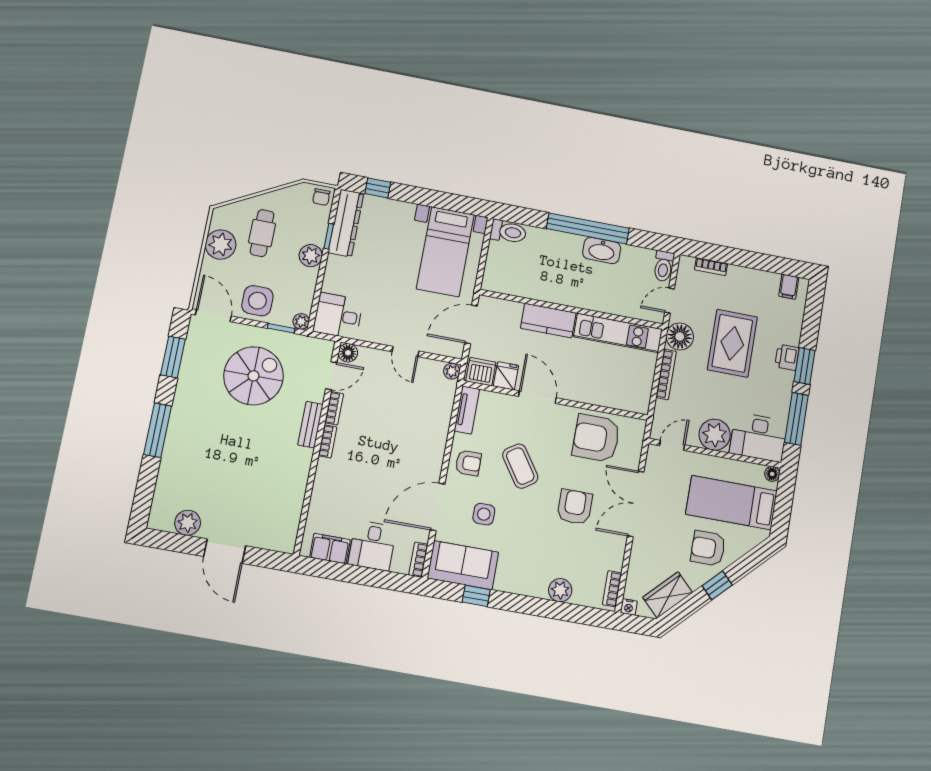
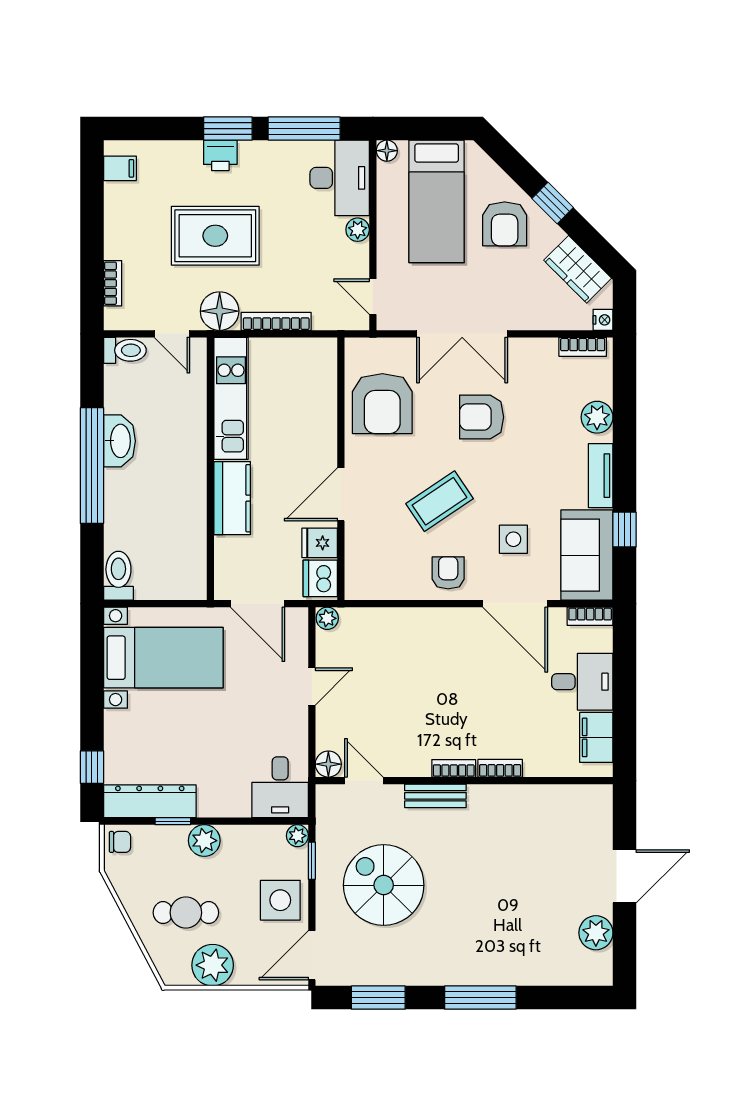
bookcase: (334, 408) -> (500, 768), moved
tv unit: (467, 410) -> (601, 476), moved, turned -90
plant: (715, 435) -> (358, 230), width x0.53, depth x0.53

